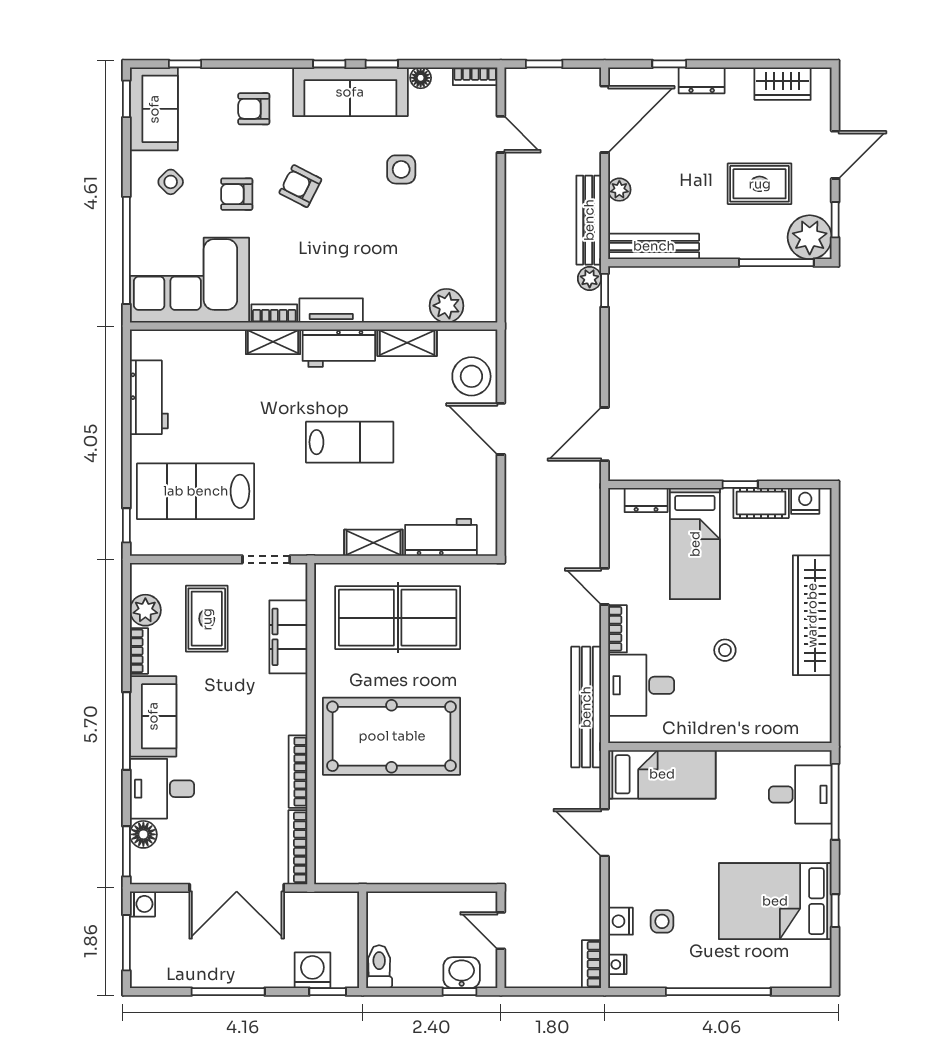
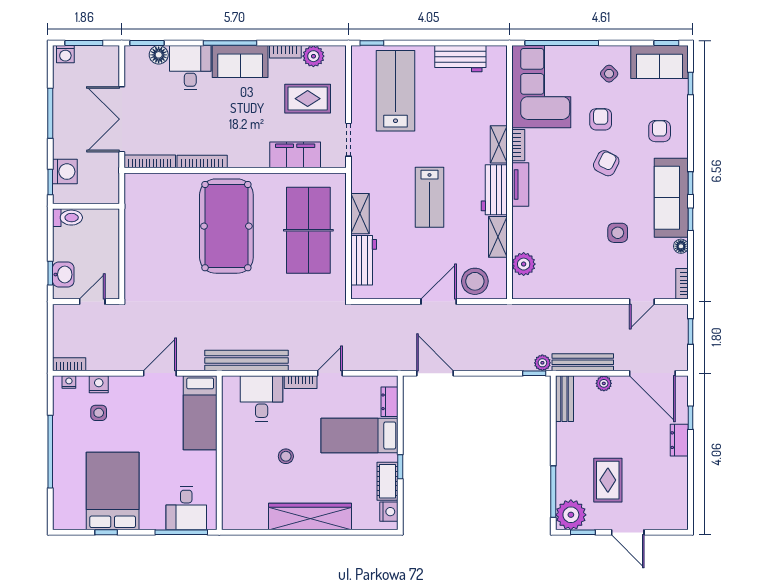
wardrobe: (783, 84) -> (677, 496), removed
bench: (654, 246) -> (565, 399), width x0.73
washing machine: (142, 904) -> (65, 54), moved

